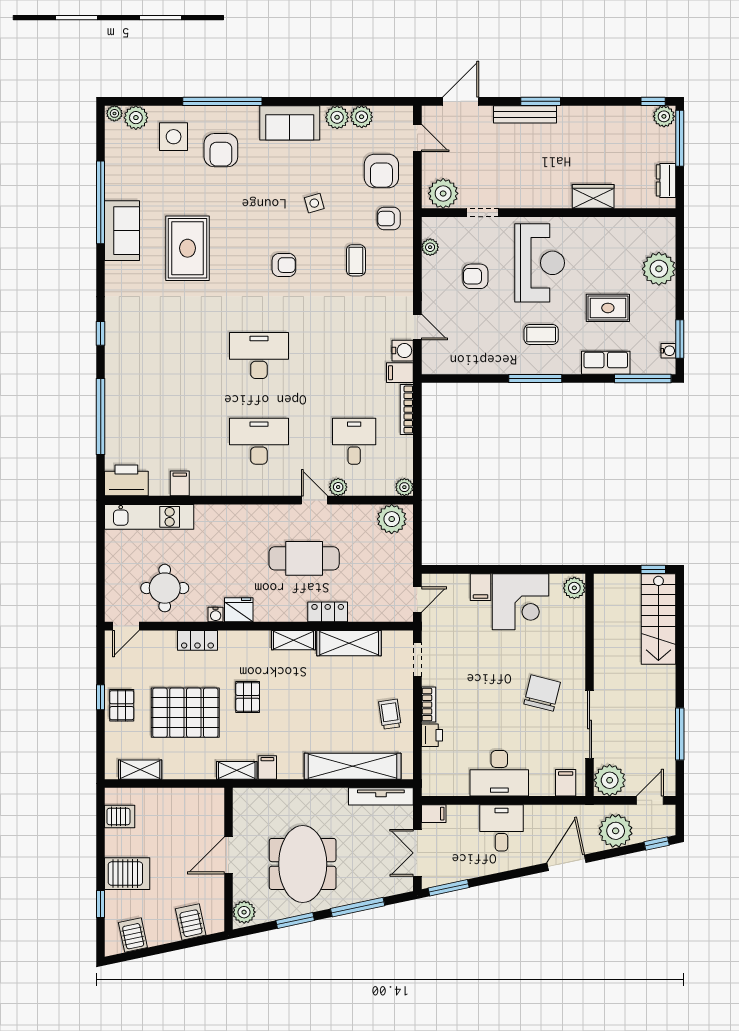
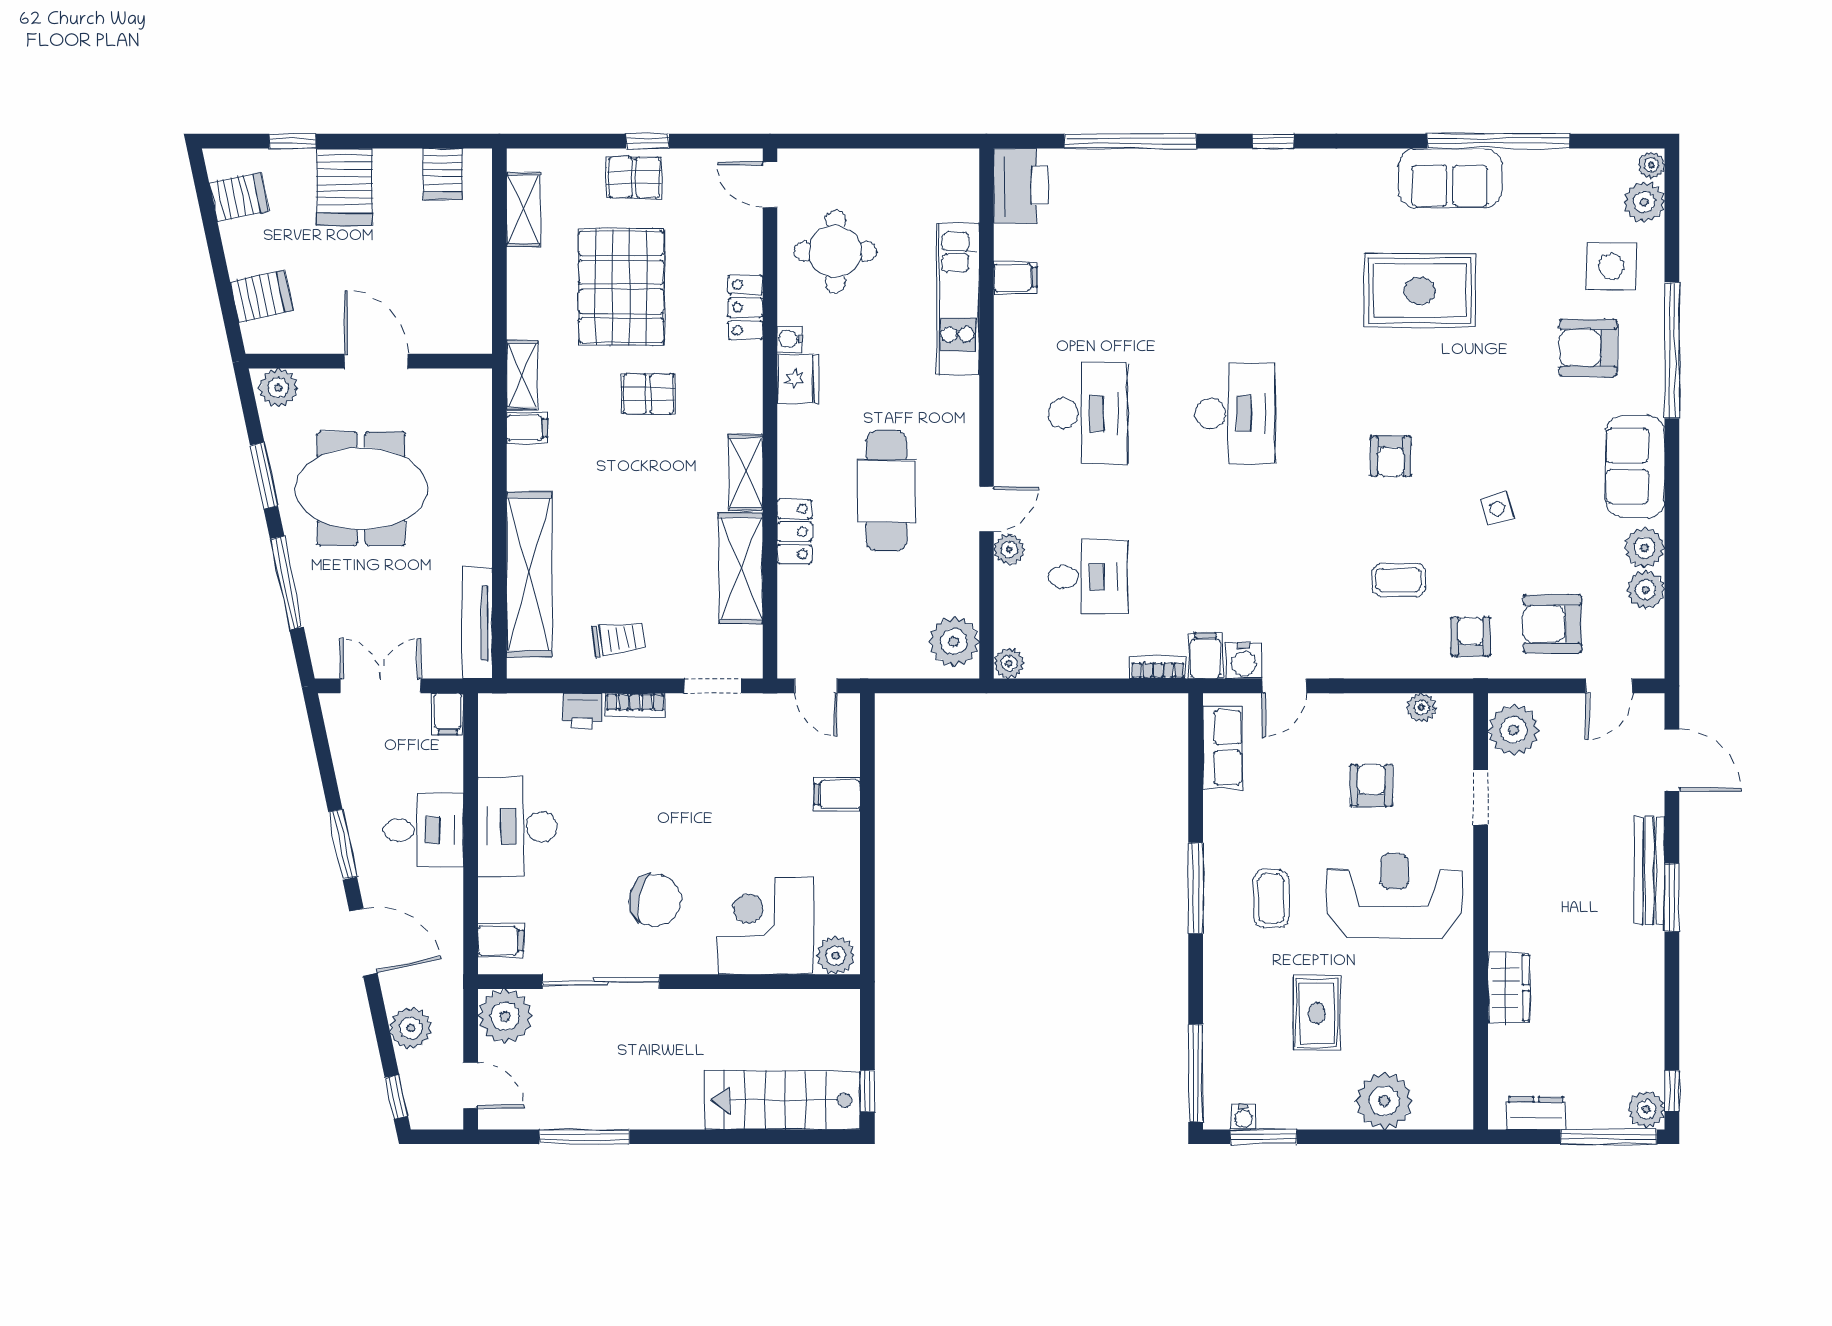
reception desk: (540, 263) -> (1394, 896), turned 180
row of seats: (606, 363) -> (1223, 747), moved
bookcase: (407, 410) -> (1158, 668), width x0.64
kitchen unit: (149, 517) -> (958, 299), moved
corner desk: (520, 602) -> (765, 926), moved, turned 90
plant: (616, 831) -> (411, 1028), width x0.73, depth x0.73
window: (449, 888) -> (343, 844), moved

